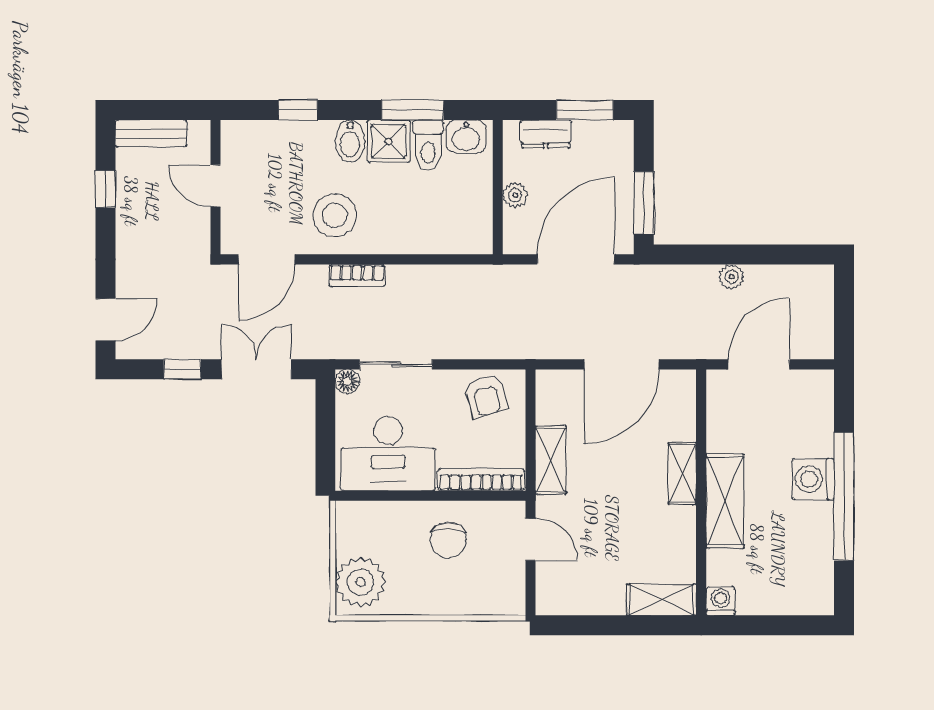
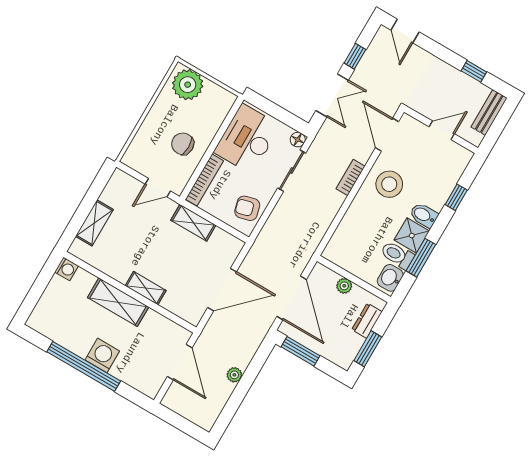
door: (622, 364) -> (222, 290), swing flipped
shelving: (661, 600) -> (94, 223), moved

